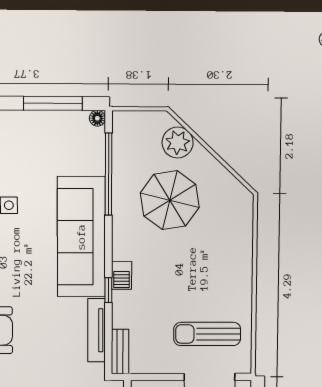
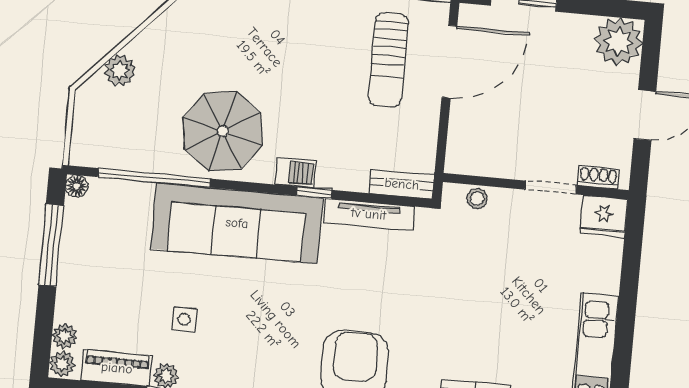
plant: (178, 143) -> (120, 71), width x0.73, depth x0.73
parasol: (170, 200) -> (223, 131), moved

